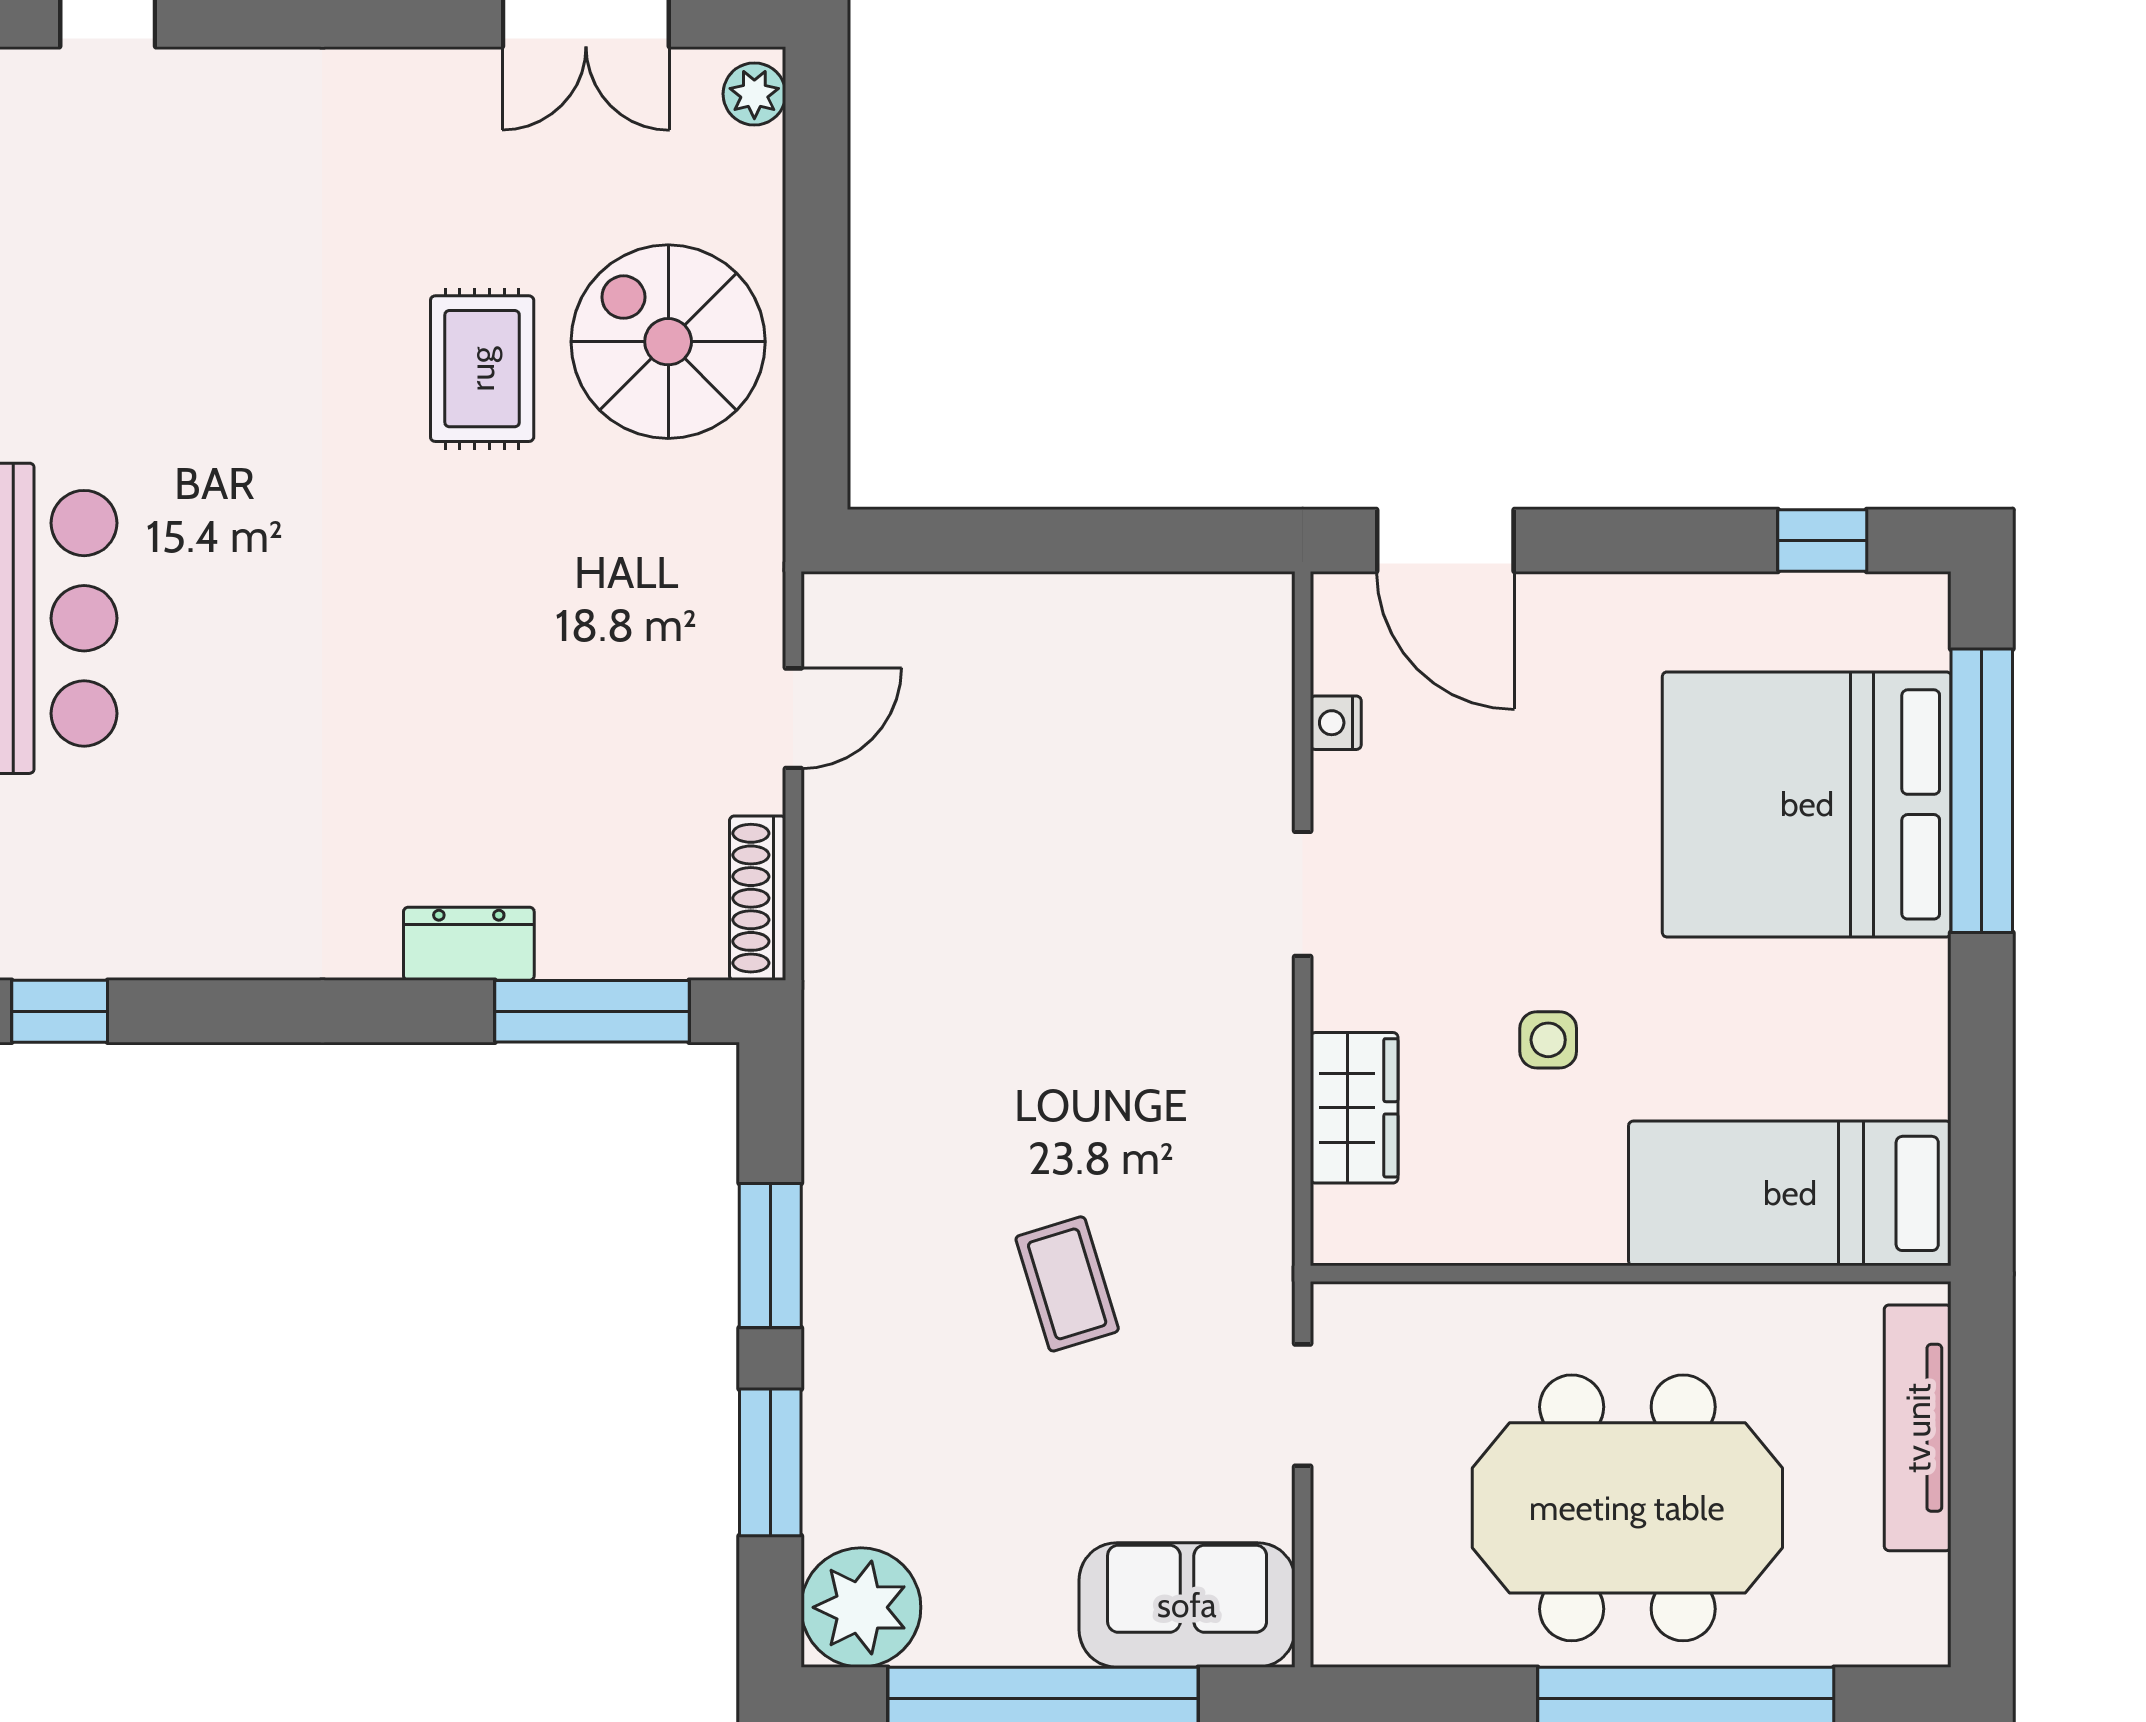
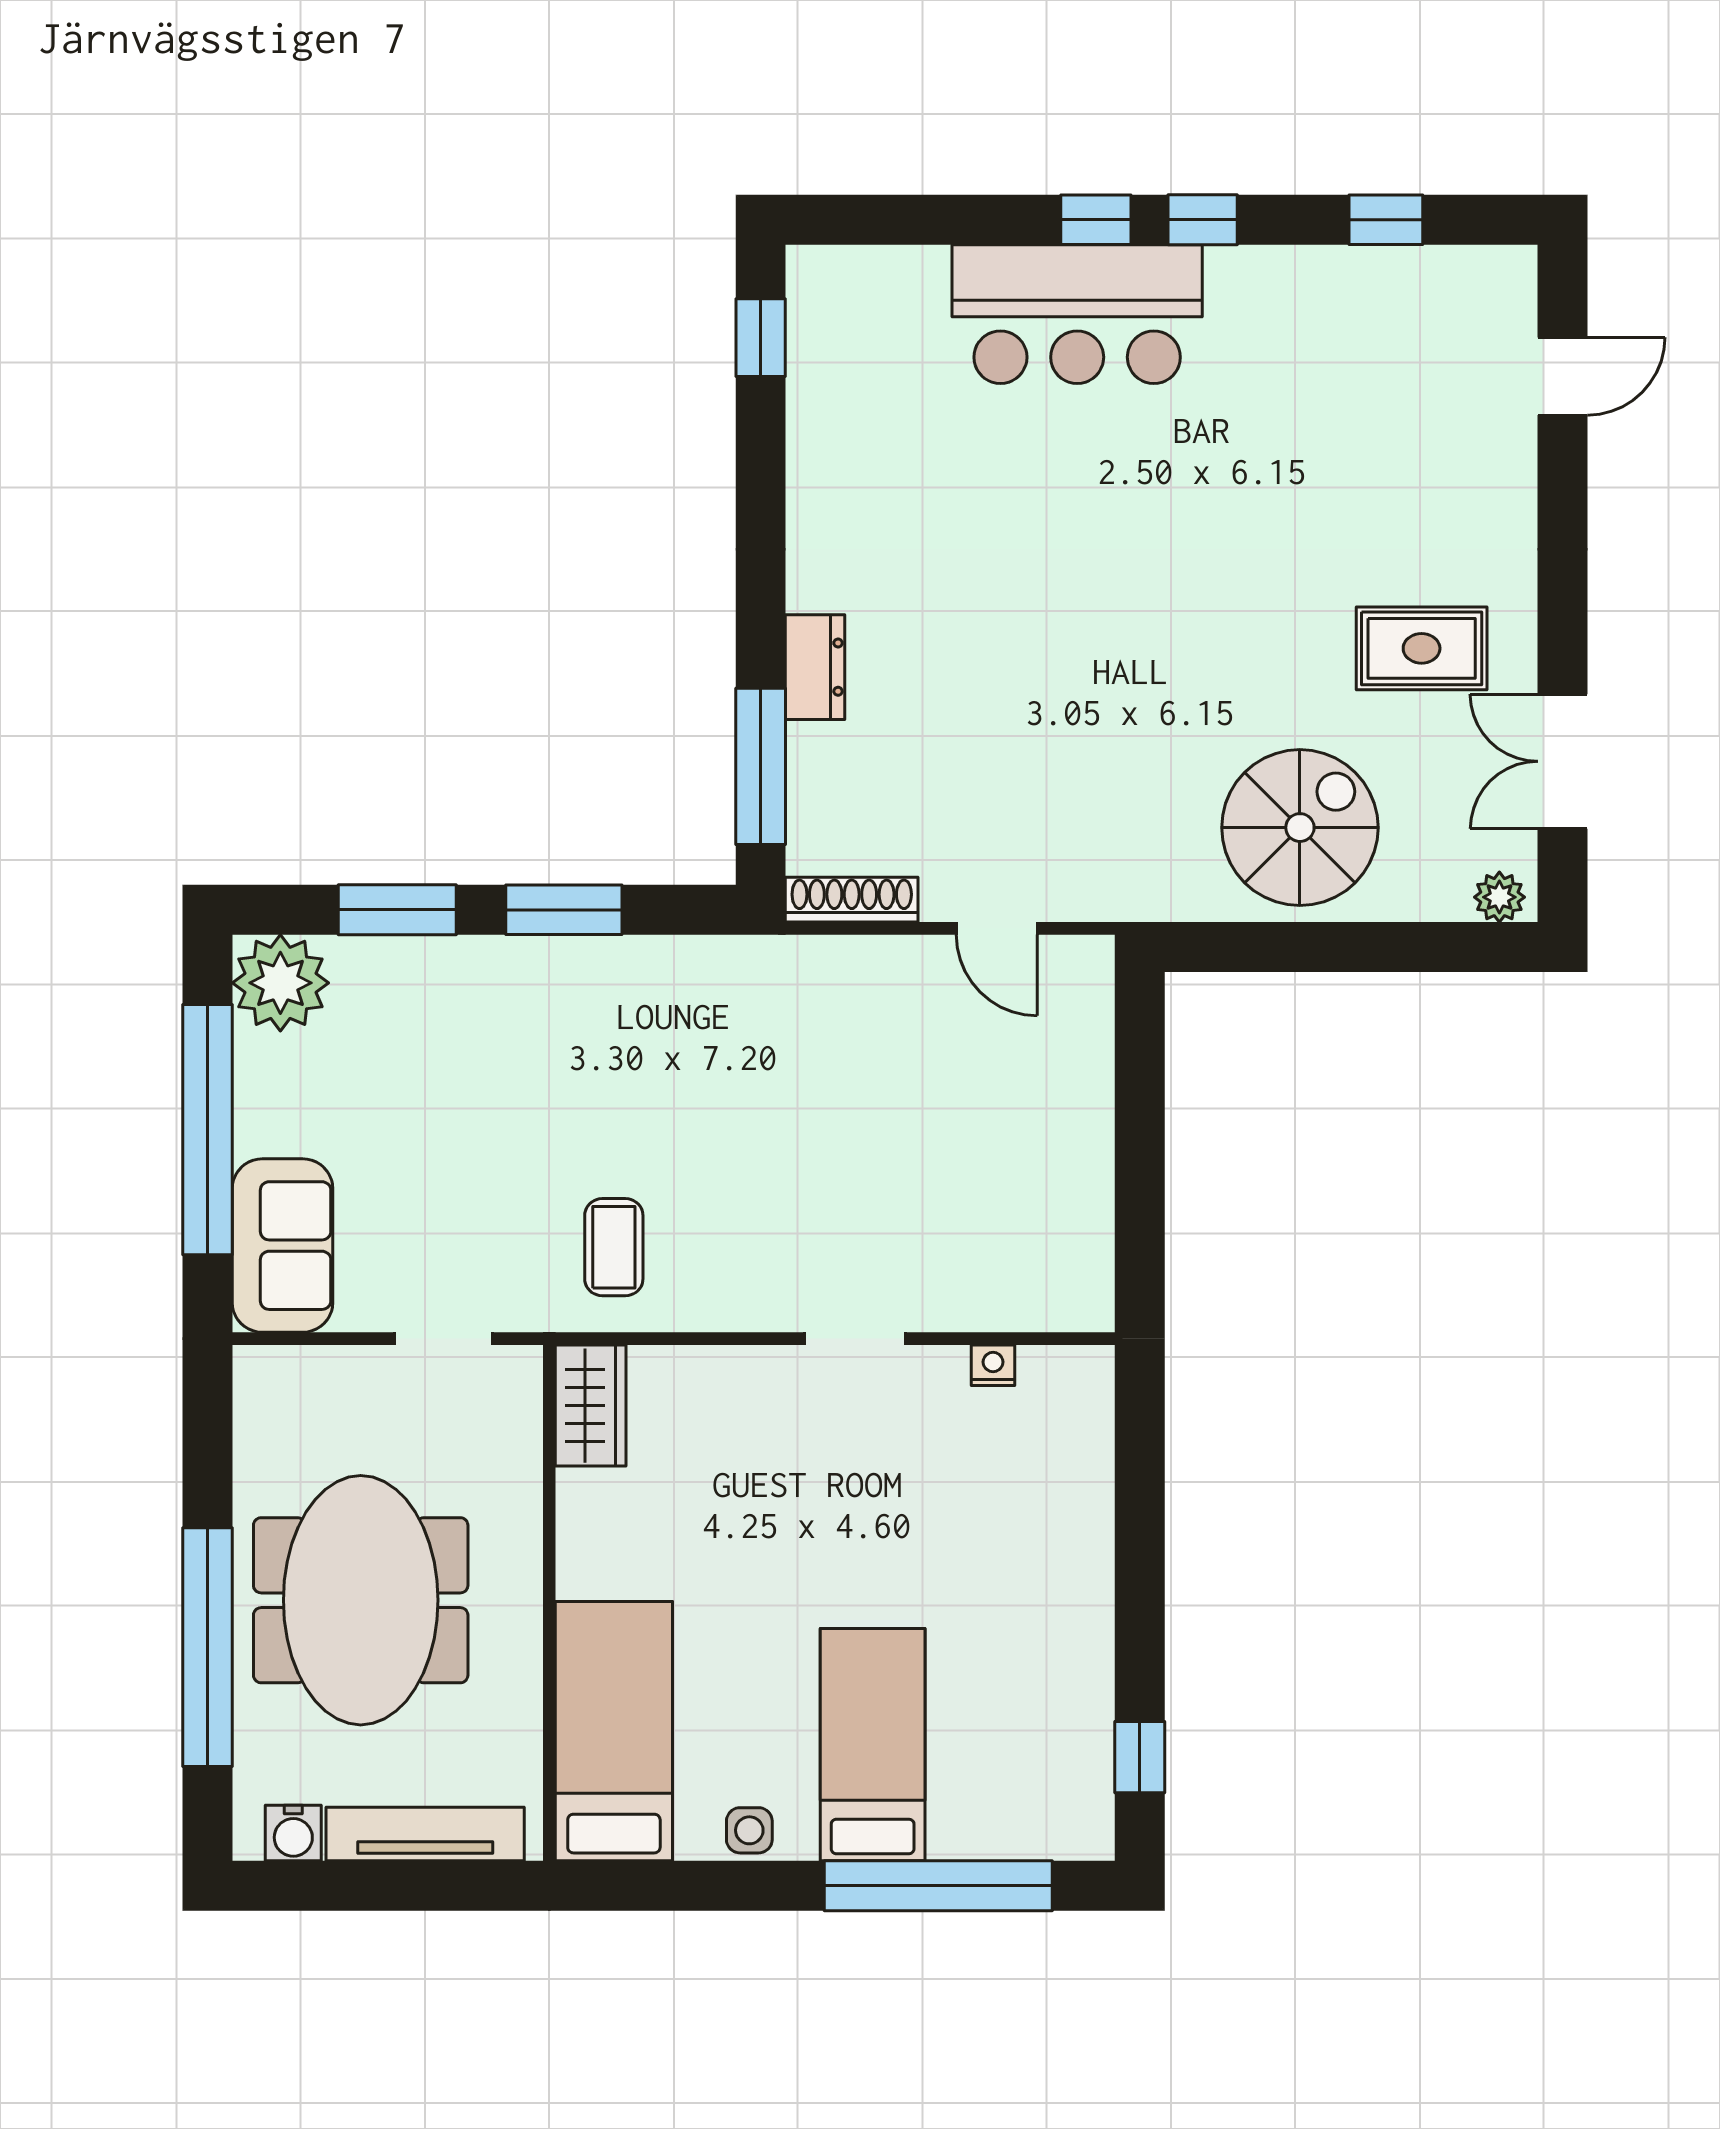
rug: (482, 369) -> (1422, 648), moved
door: (1445, 540) -> (1140, 1454), removed
bed: (1807, 804) -> (873, 1745), width x0.49
side table: (1548, 1040) -> (749, 1830), moved
wardrobe: (1354, 1108) -> (591, 1406), moved, turned -90
coffee table: (1067, 1284) -> (614, 1247), moved, turned -73
water cooler: (1916, 1592) -> (293, 1833), added

